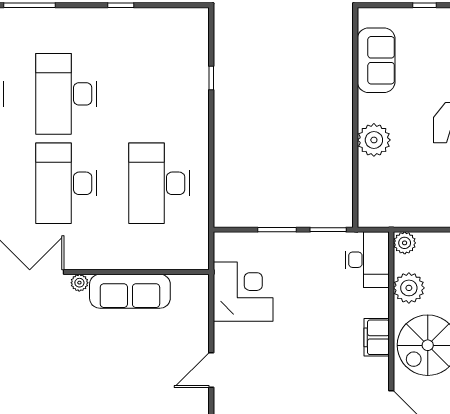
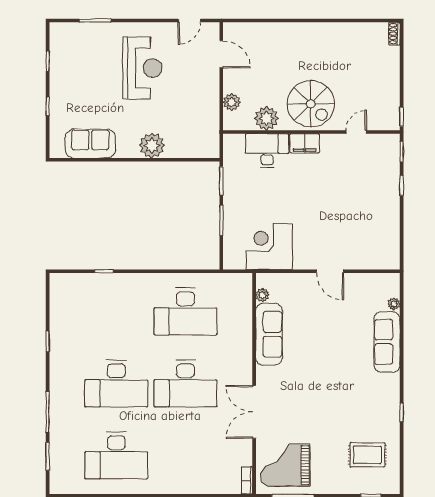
plant: (405, 243) -> (232, 102), moved
desk: (367, 260) -> (267, 151), moved
plant: (79, 283) -> (262, 295), moved

